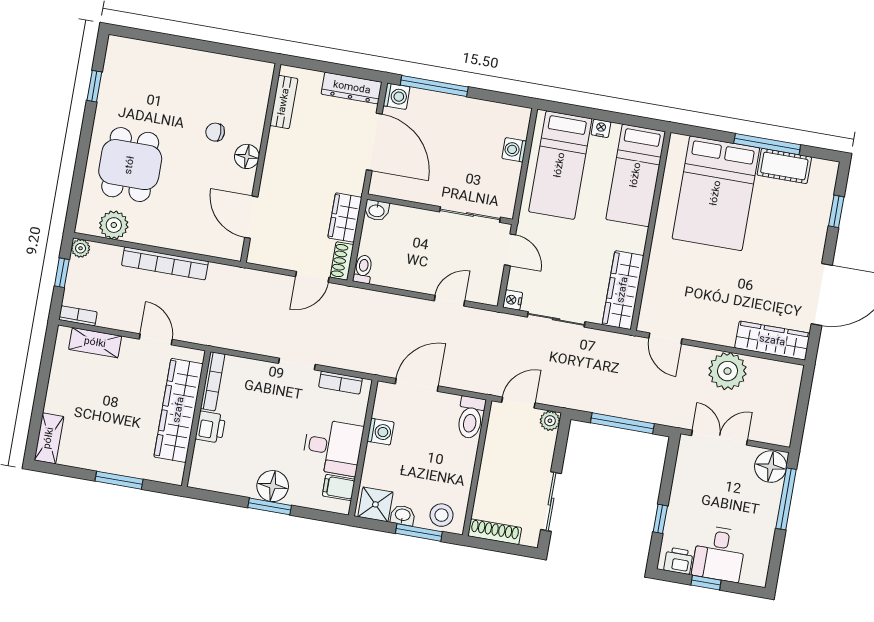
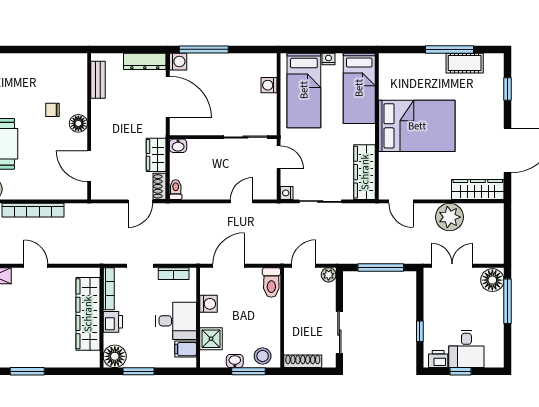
bed: (716, 193) -> (417, 126), moved, turned -90
bookcase: (213, 381) -> (109, 289), moved
wardrobe: (179, 410) -> (88, 314), moved
wall: (196, 419) -> (102, 318), moved
printer: (210, 427) -> (113, 322), moved
floor lamp: (273, 486) -> (115, 356), moved
shower: (375, 504) -> (211, 339), moved

